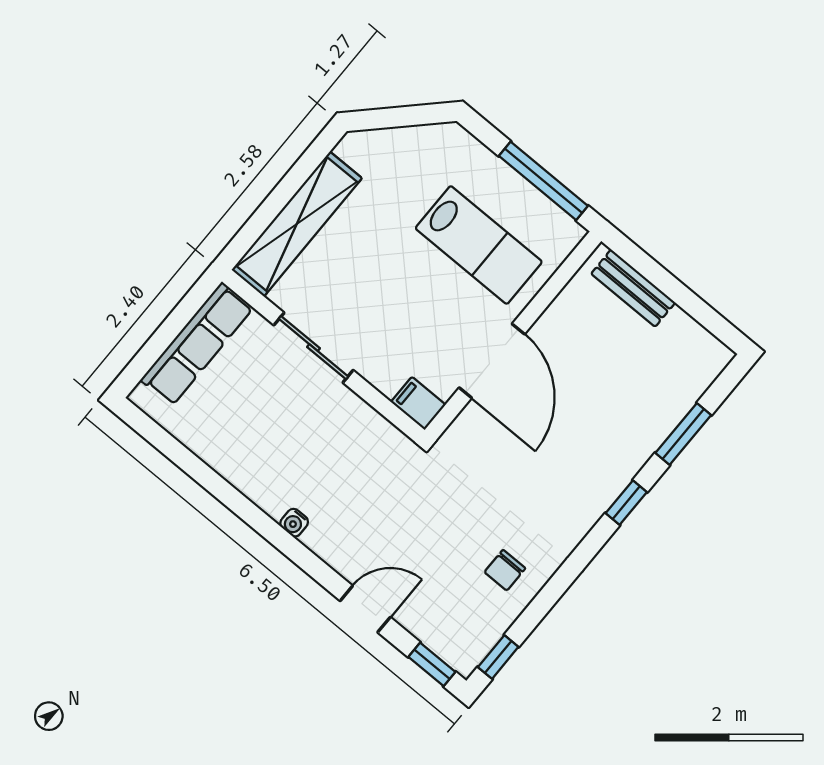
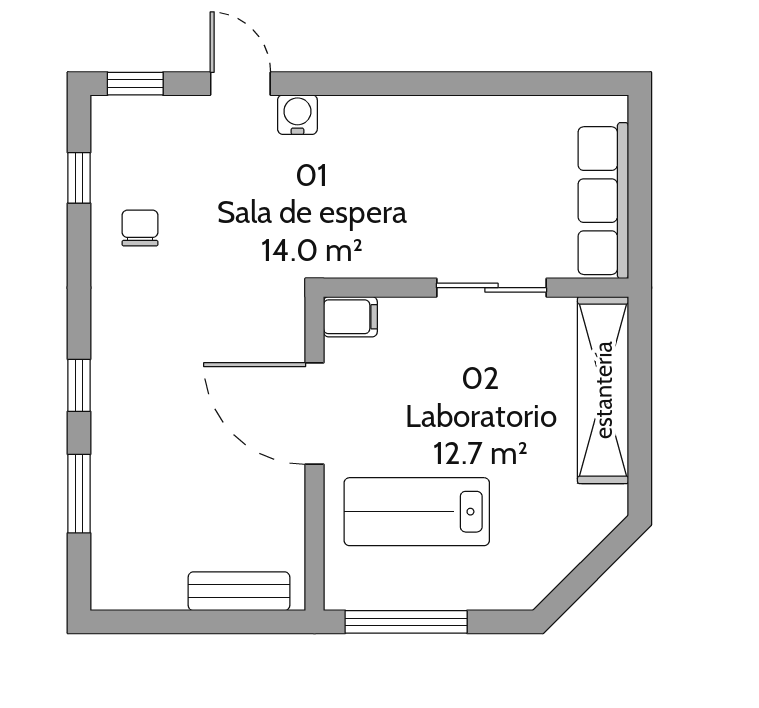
water cooler: (294, 523) -> (297, 115), moved, width x1.38, depth x1.38
door: (365, 609) -> (240, 84), swing flipped
window: (498, 657) -> (79, 178), moved

